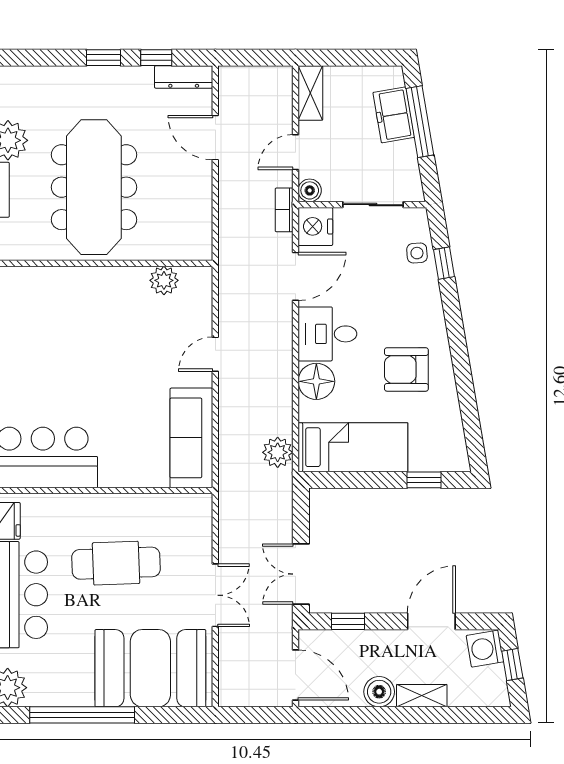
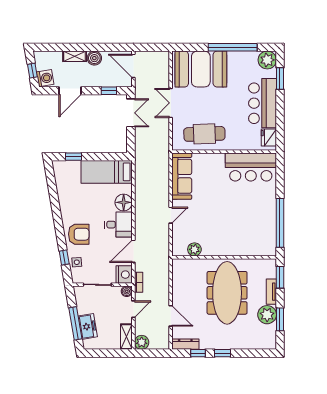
armchair: (406, 369) -> (79, 234), moved
plant: (278, 452) -> (142, 342), moved
cafe table: (116, 563) -> (204, 134), moved

